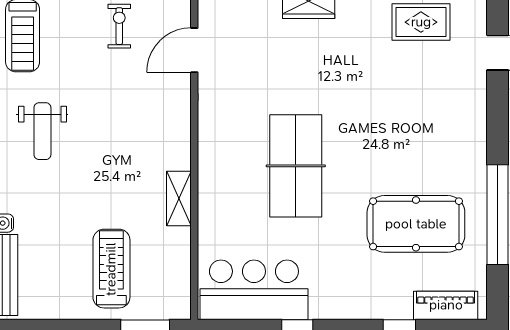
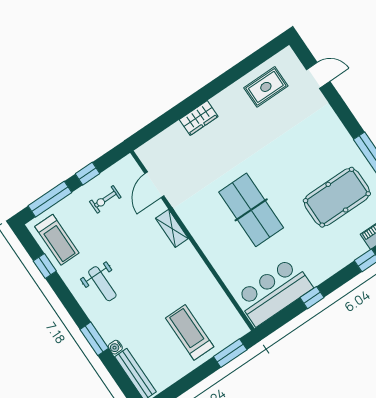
exercise bike: (119, 26) -> (105, 199), turned -90
shelving: (179, 199) -> (172, 228), moved

